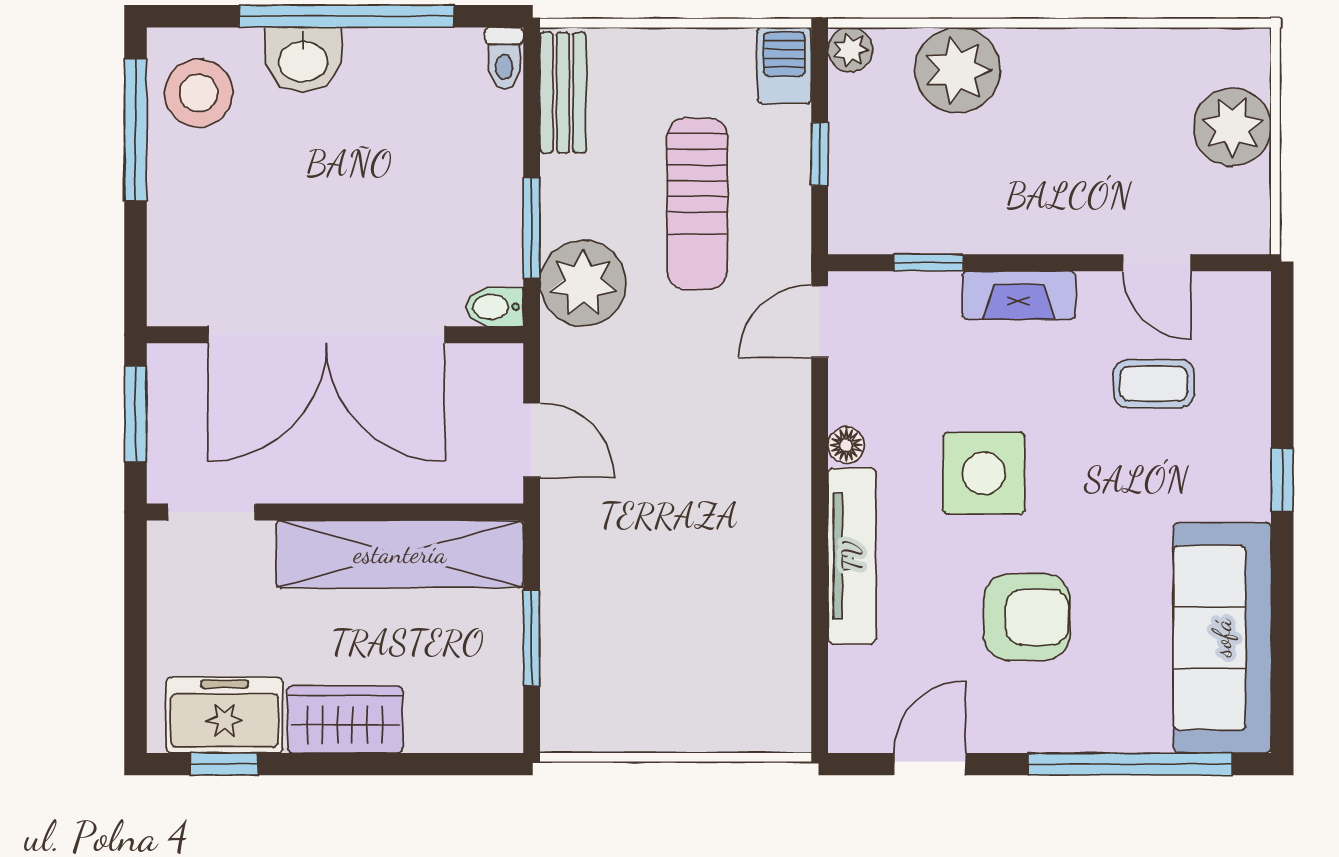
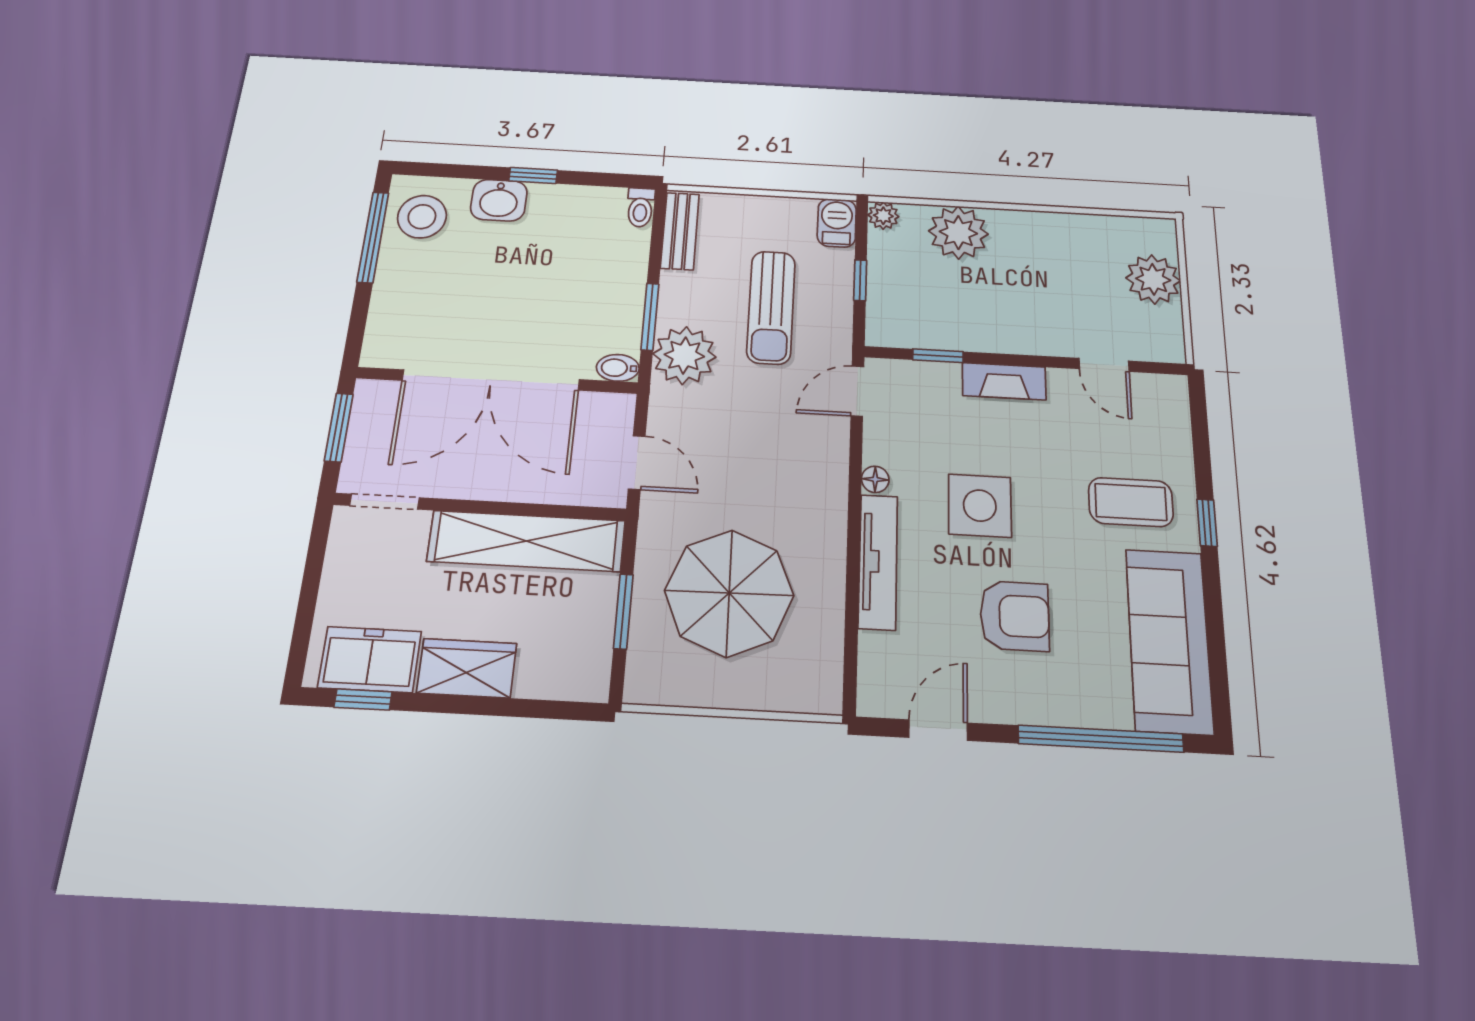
window: (347, 16) -> (533, 175), width x0.32
coffee table: (1154, 384) -> (1131, 502), moved, width x1.36, depth x1.30
parasol: (663, 607) -> (729, 593), added

